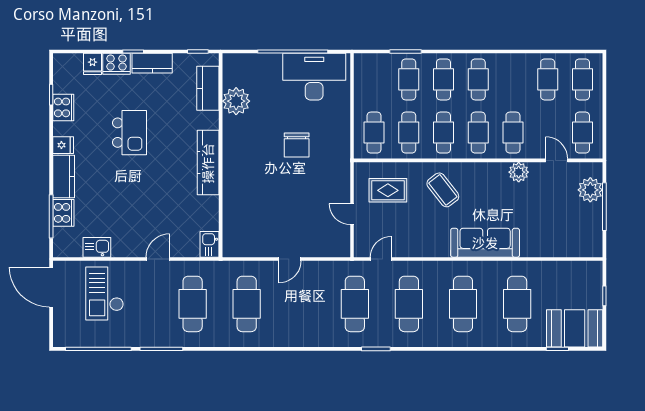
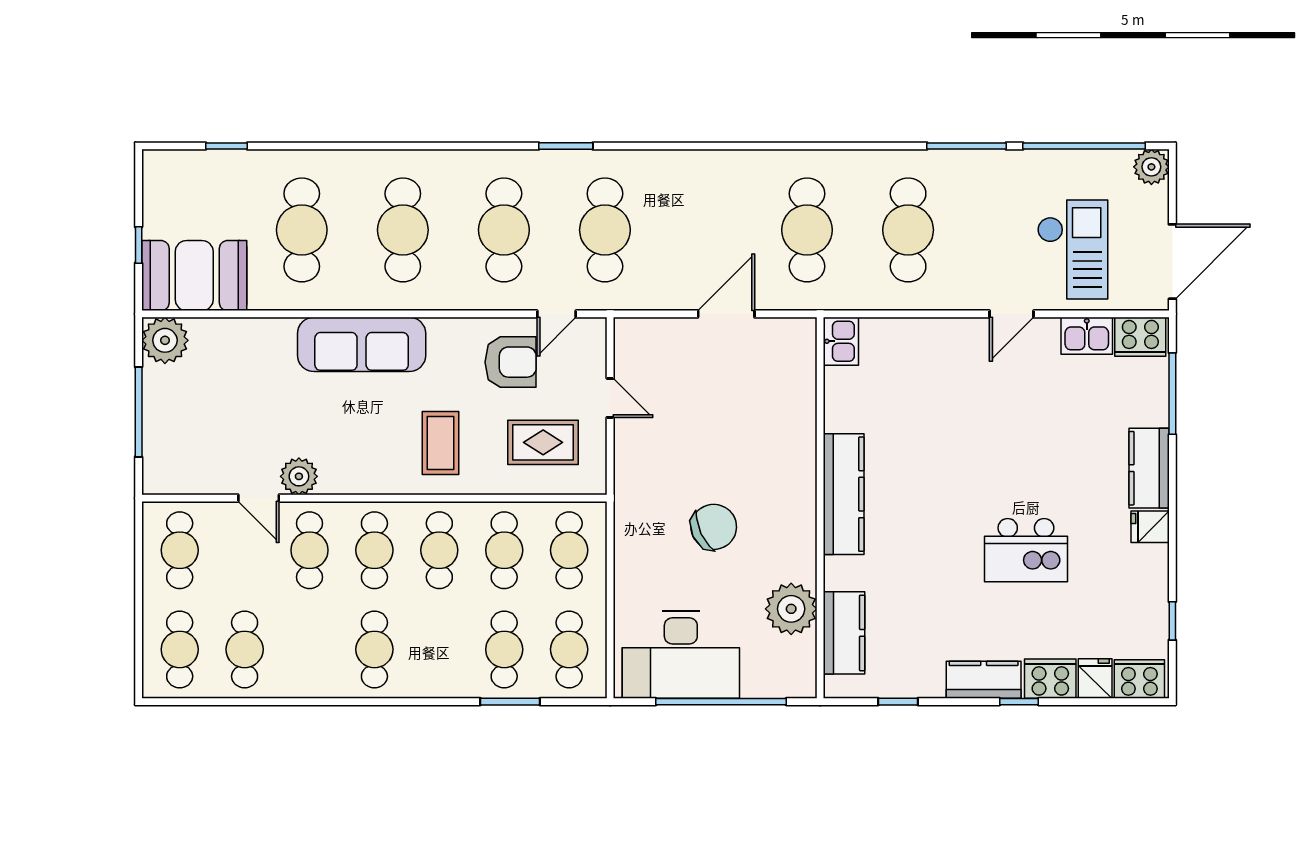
cafe table: (443, 79) -> (569, 649), moved
kitchen counter: (208, 88) -> (844, 633), moved
plant: (236, 101) -> (791, 609), moved
cooker: (63, 107) -> (1139, 679), moved, turned 90
kitchen island: (130, 133) -> (1026, 550), turned -90
chair: (297, 145) -> (714, 527), turned 65
wall: (221, 155) -> (820, 508), moved
door: (557, 160) -> (259, 498), moved
kitchen counter: (208, 163) -> (844, 494), moved
coffee table: (443, 190) -> (440, 443), turned 38
plant: (590, 190) -> (165, 340), moved
cooker: (63, 213) -> (1140, 337), moved, turned -90
armchair: (405, 233) -> (511, 362), added
kitchen sink: (210, 244) -> (841, 341), moved
door: (158, 259) -> (1012, 314), moved
door: (290, 259) -> (726, 314), width x1.38
door: (51, 287) -> (1172, 262), hinge flipped
booth: (575, 328) -> (194, 276), moved
plant: (62, 338) -> (1151, 167), added

